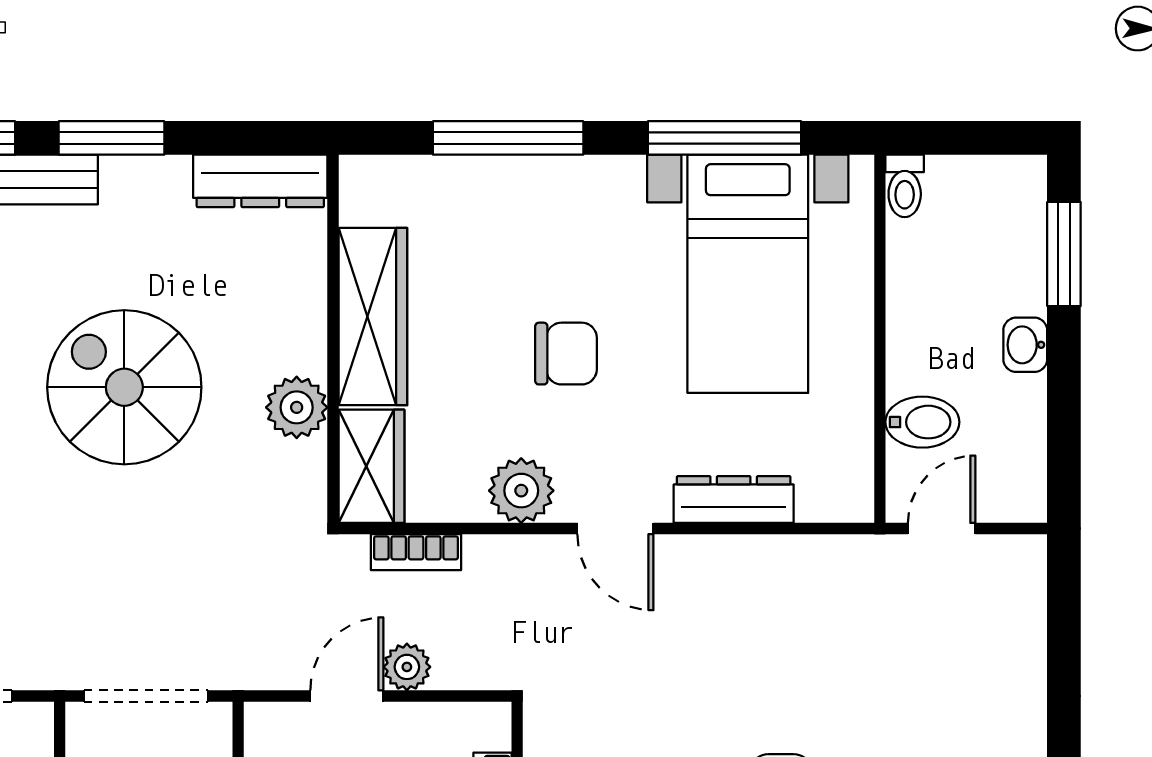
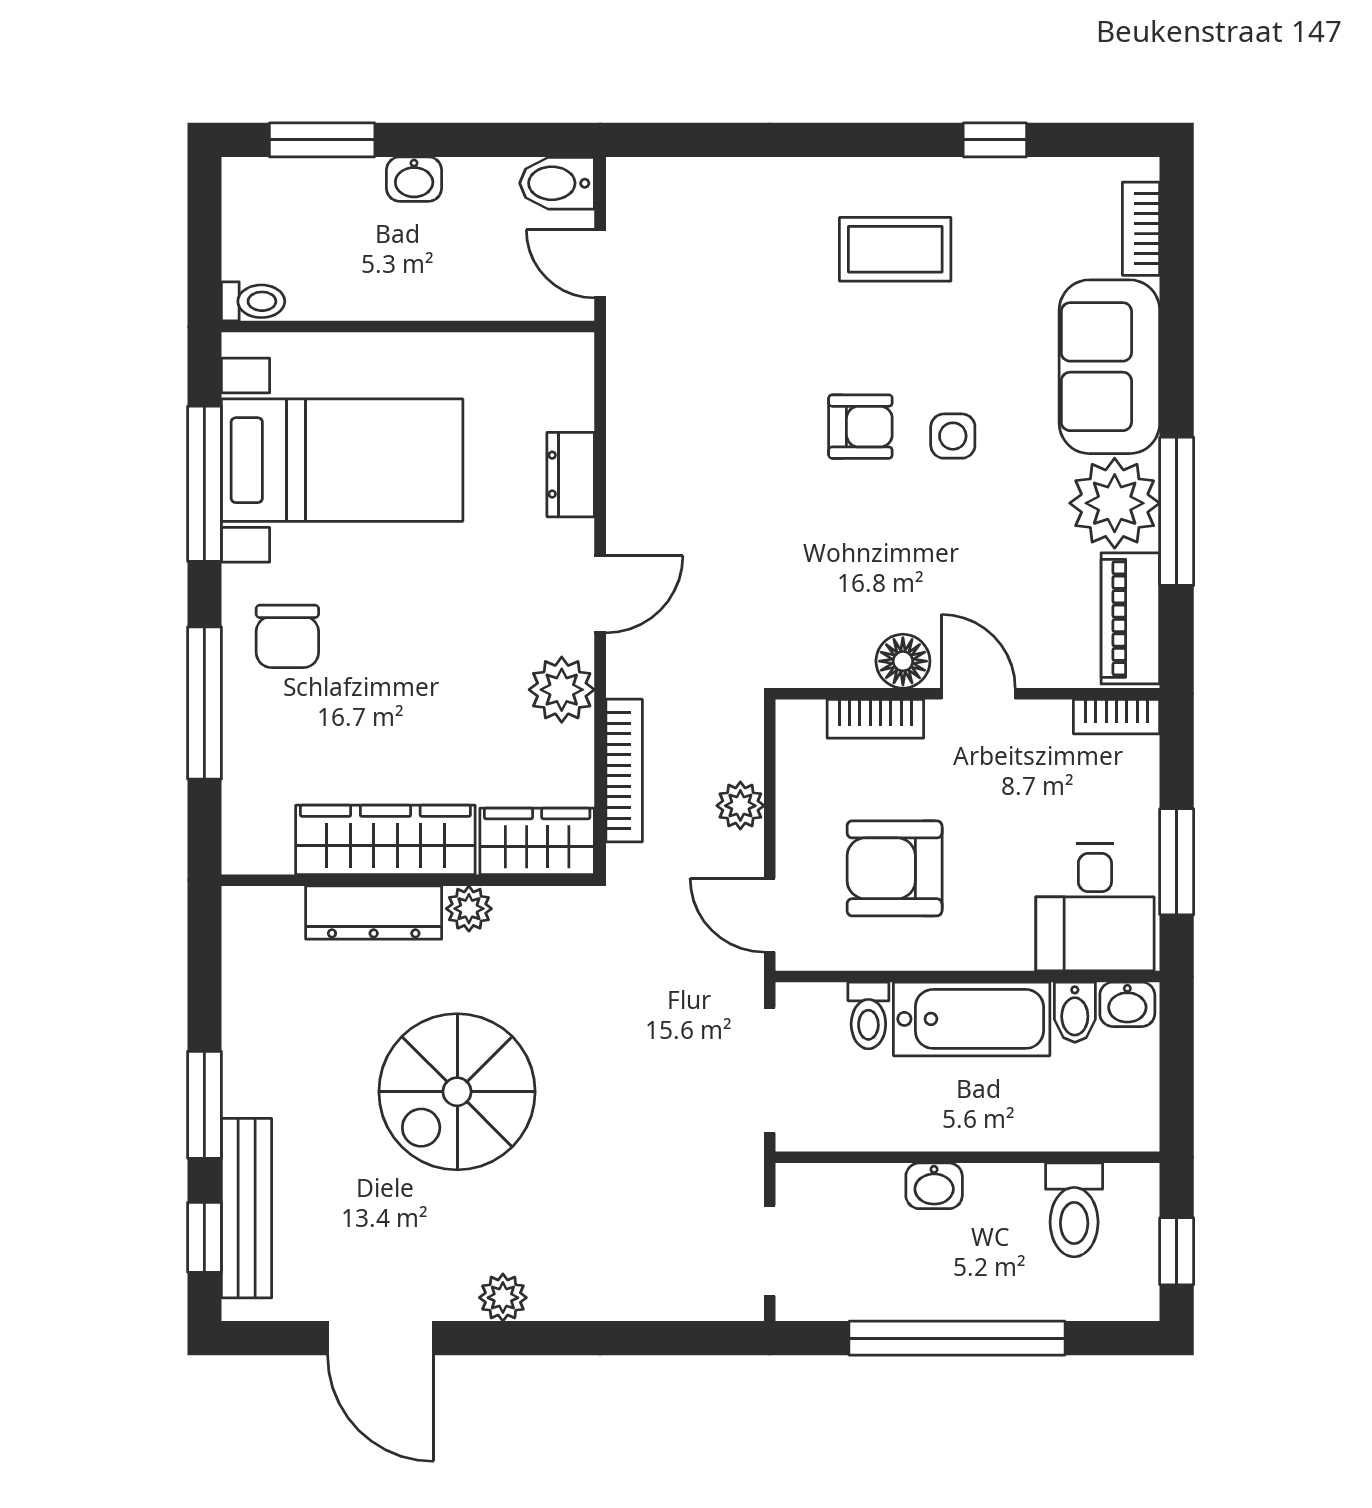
dresser: (260, 181) -> (374, 913), moved, turned 90
chair: (566, 354) -> (287, 636), moved, turned 180
plant: (297, 407) -> (469, 909), width x0.73, depth x0.73
bidet: (922, 422) -> (557, 183), moved, turned -90
dresser: (734, 500) -> (571, 475), width x0.70
bookcase: (416, 552) -> (624, 771), width x1.56
door: (347, 696) -> (770, 915), moved

